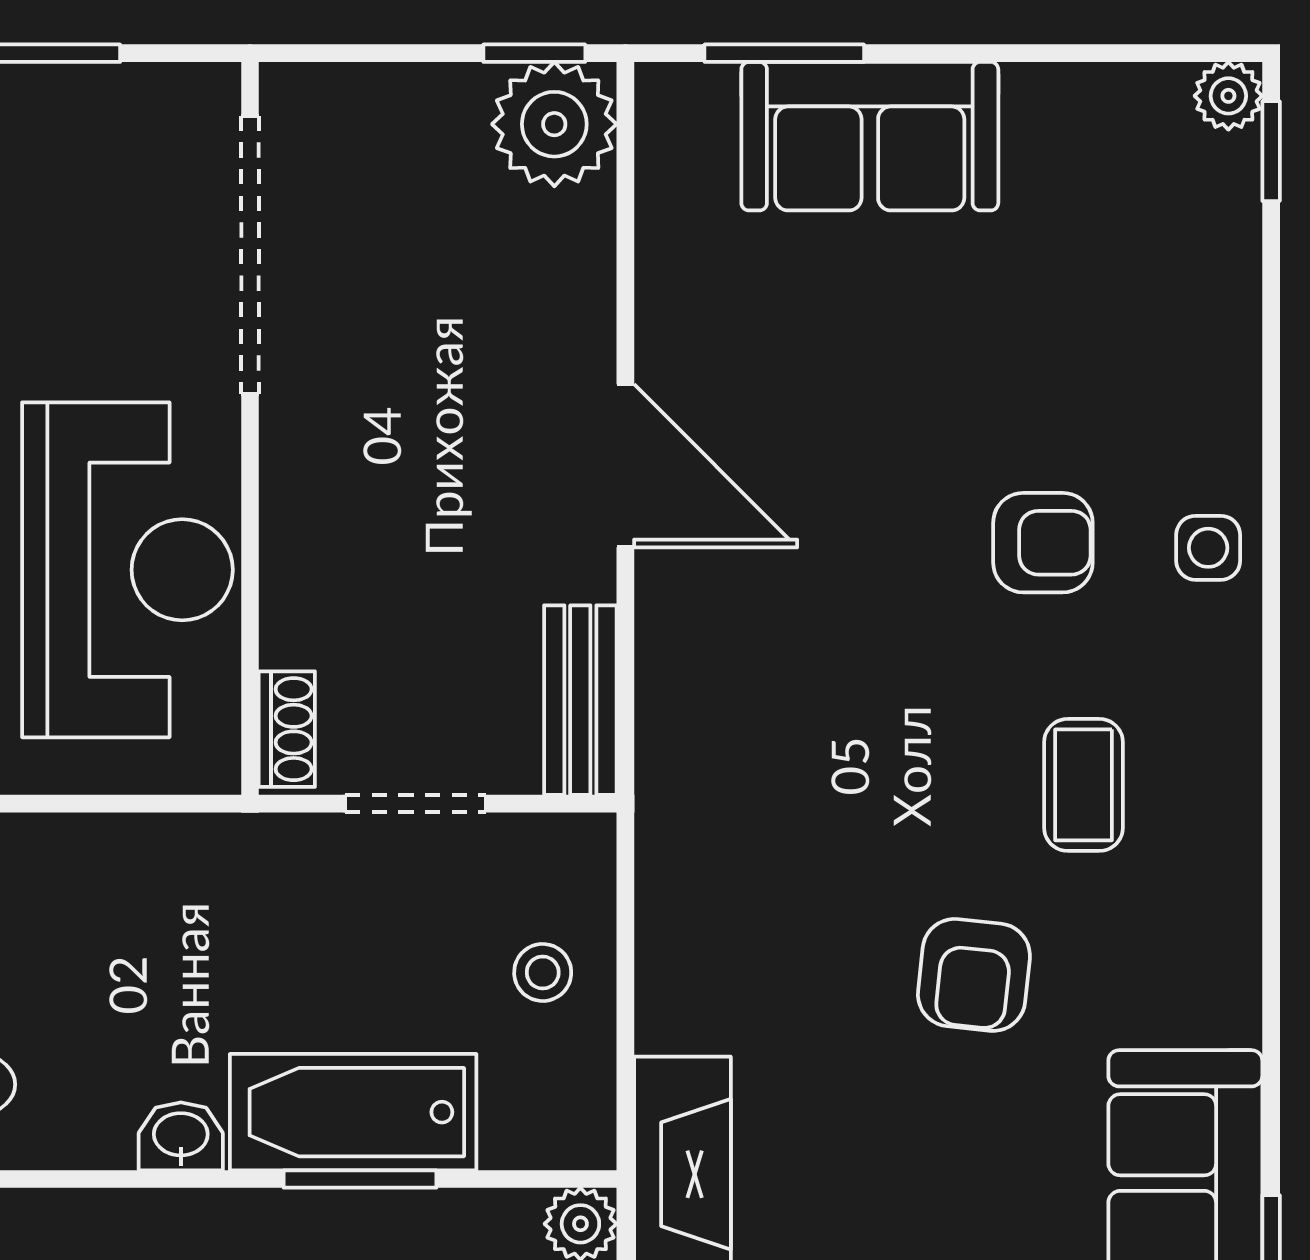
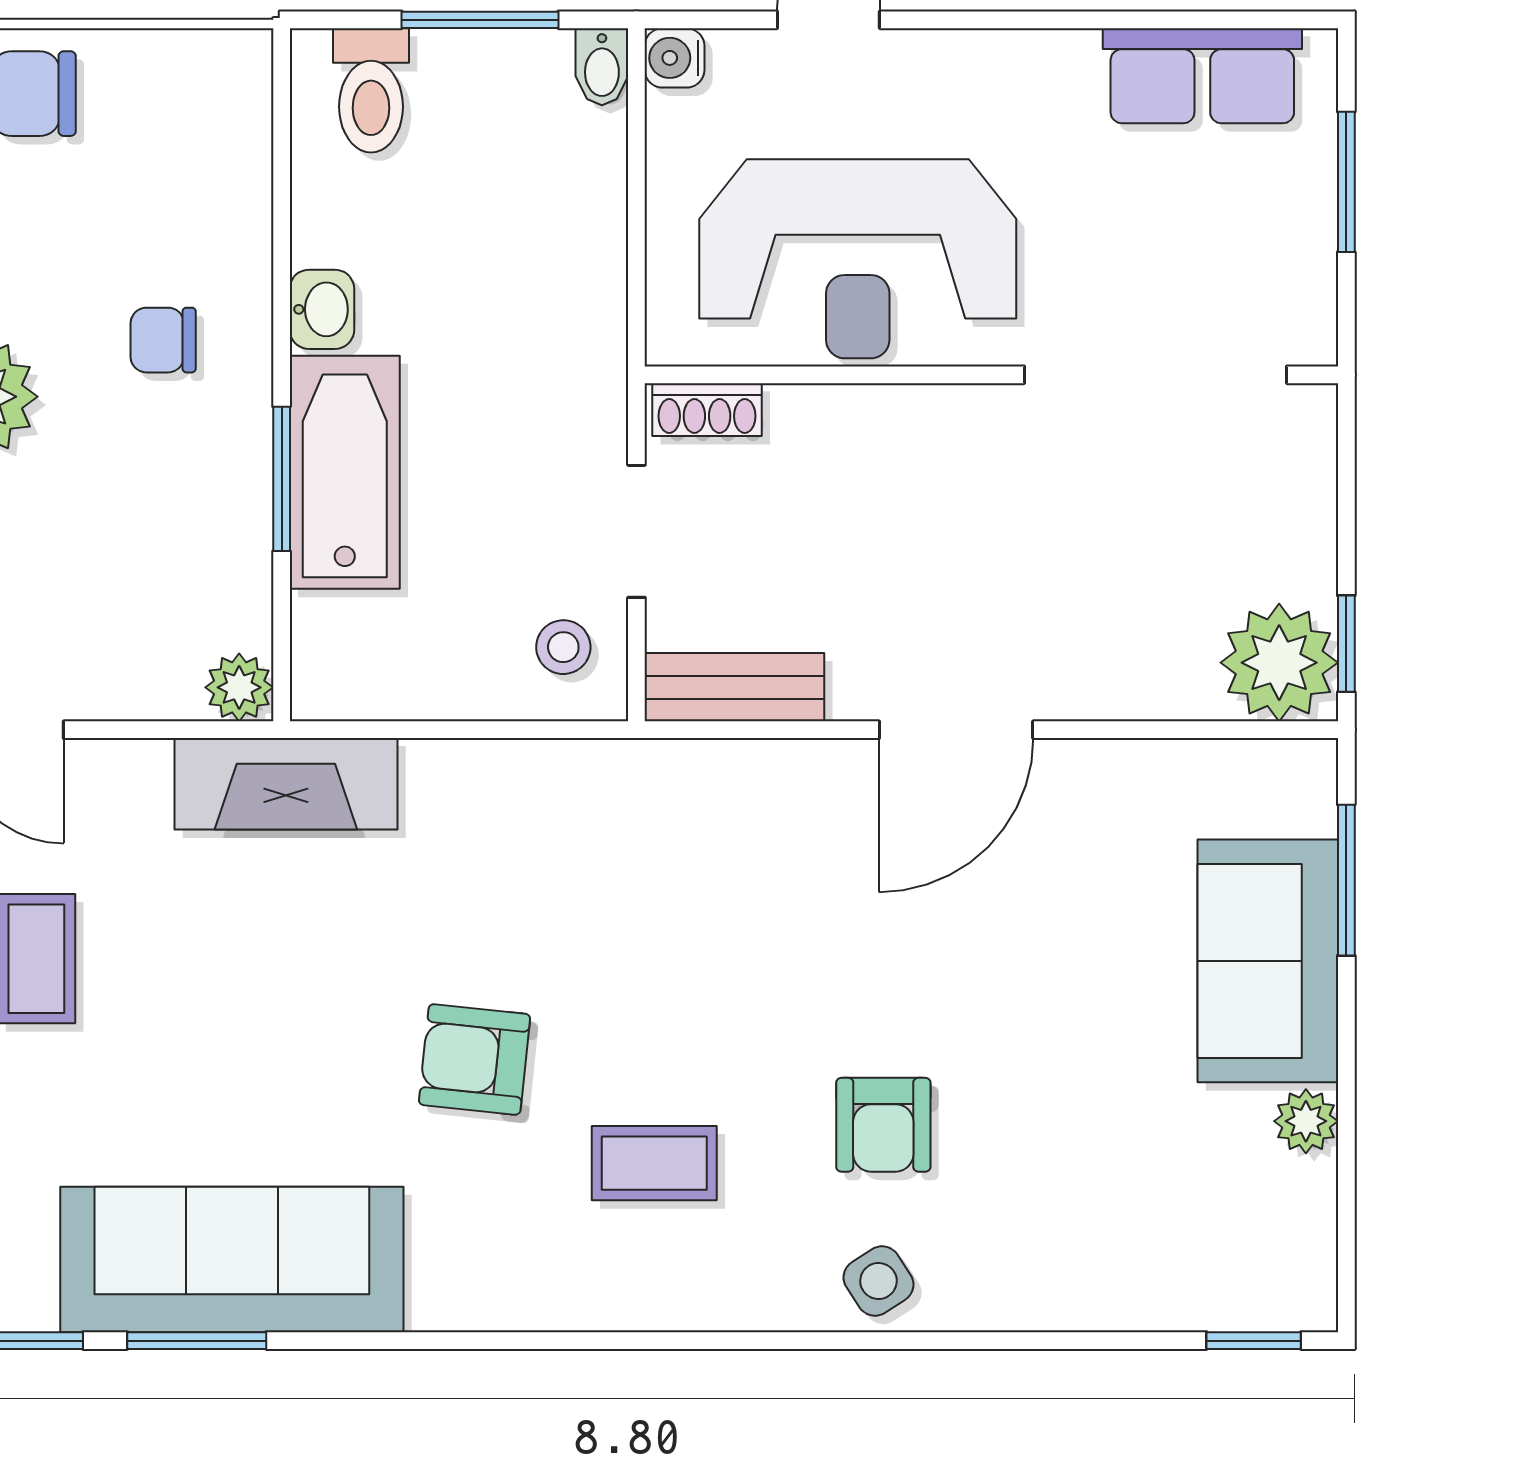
plant: (1228, 96) -> (1306, 1121), moved
side table: (1208, 548) -> (878, 1281), turned -33
stool: (543, 972) -> (563, 647), moved

